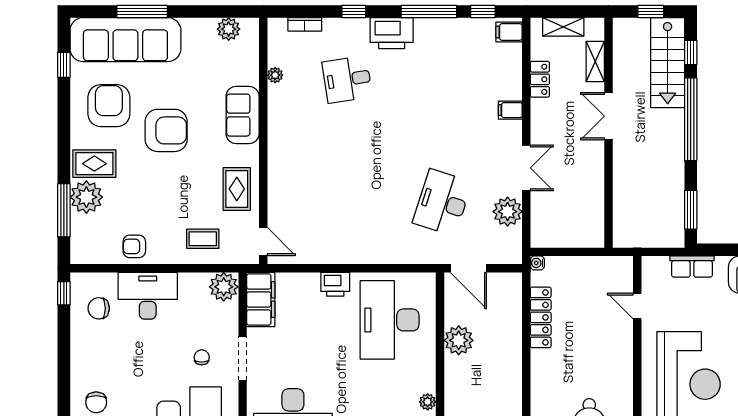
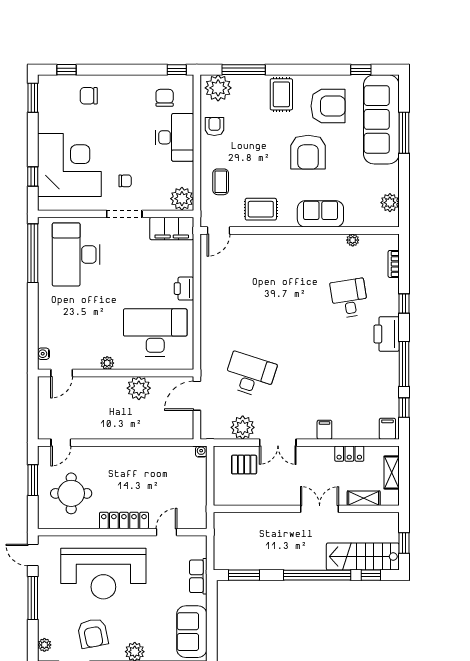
plant: (86, 197) -> (218, 88), moved
pallet: (554, 210) -> (244, 465), added
locker: (541, 317) -> (124, 520), moved, turned 180
plant: (428, 402) -> (107, 363), moved

